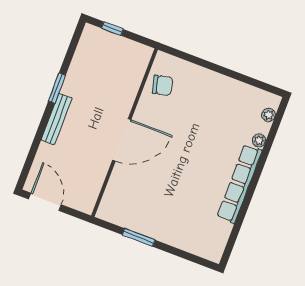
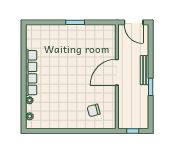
wall: (124, 133) -> (117, 77), moved
door: (122, 140) -> (117, 72), moved

